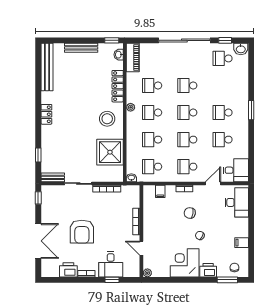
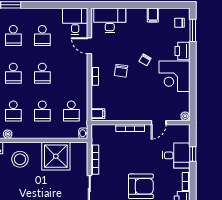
school desk: (187, 167) -> (71, 73), removed
filing cabinet: (160, 191) -> (98, 114), moved

